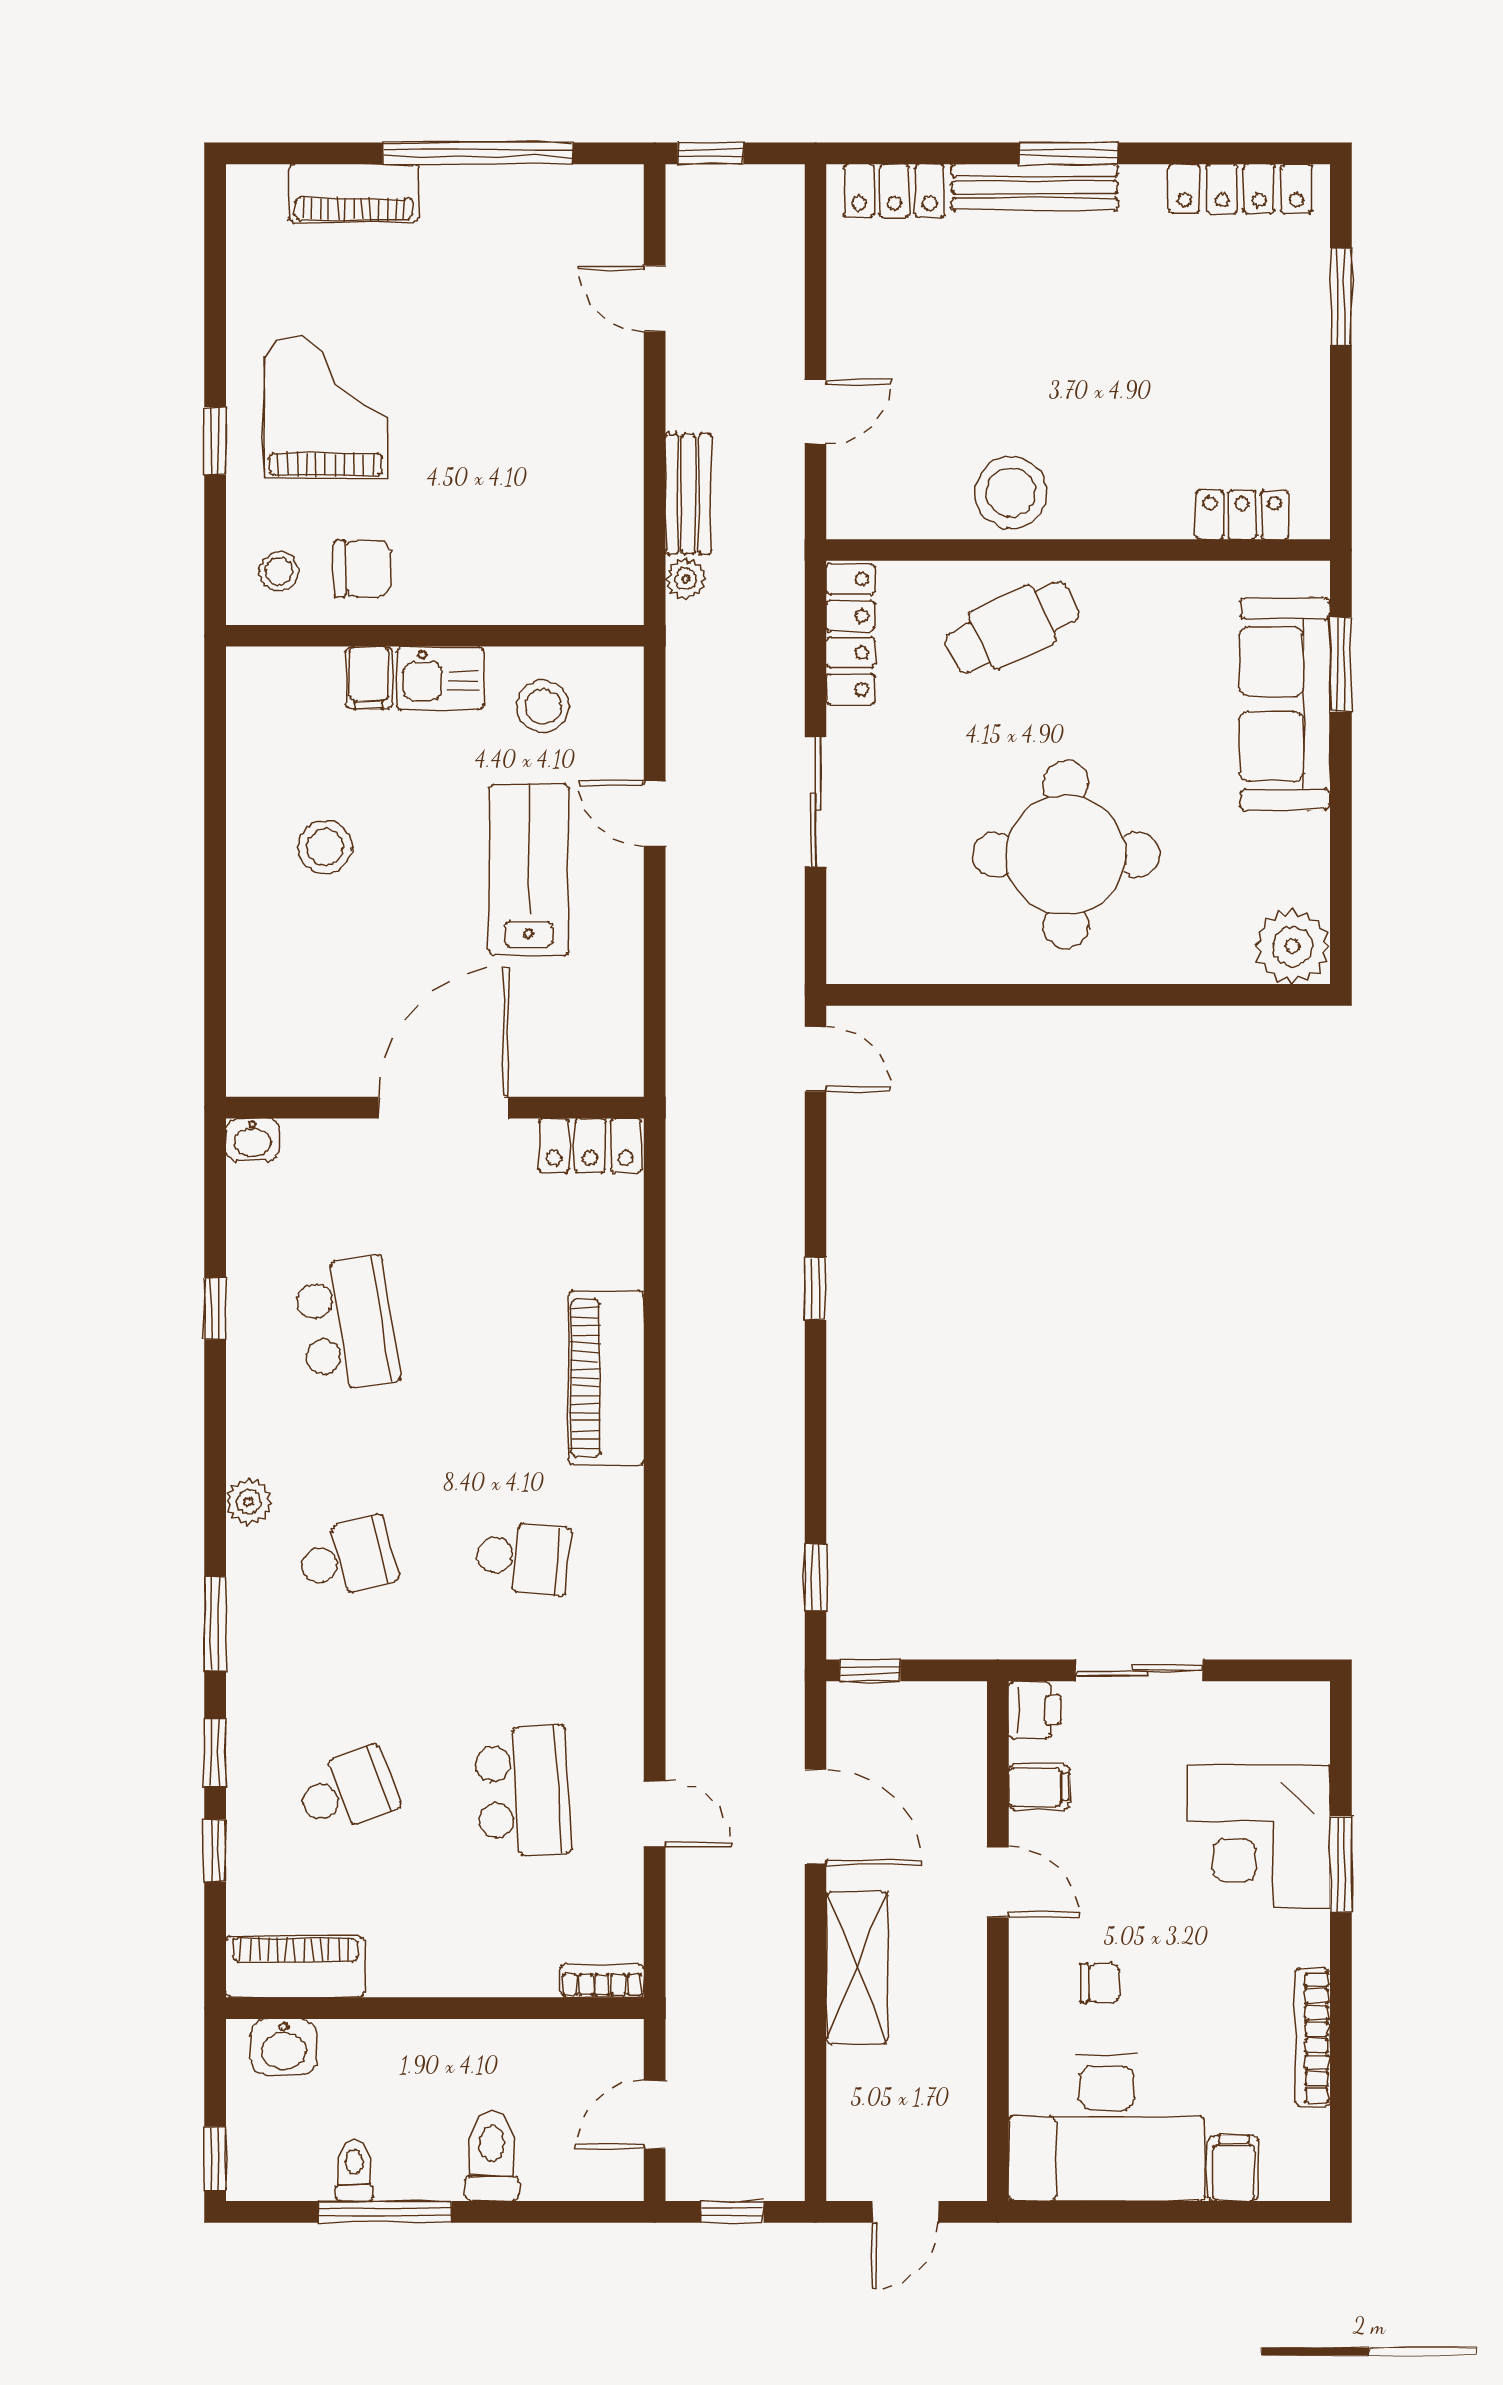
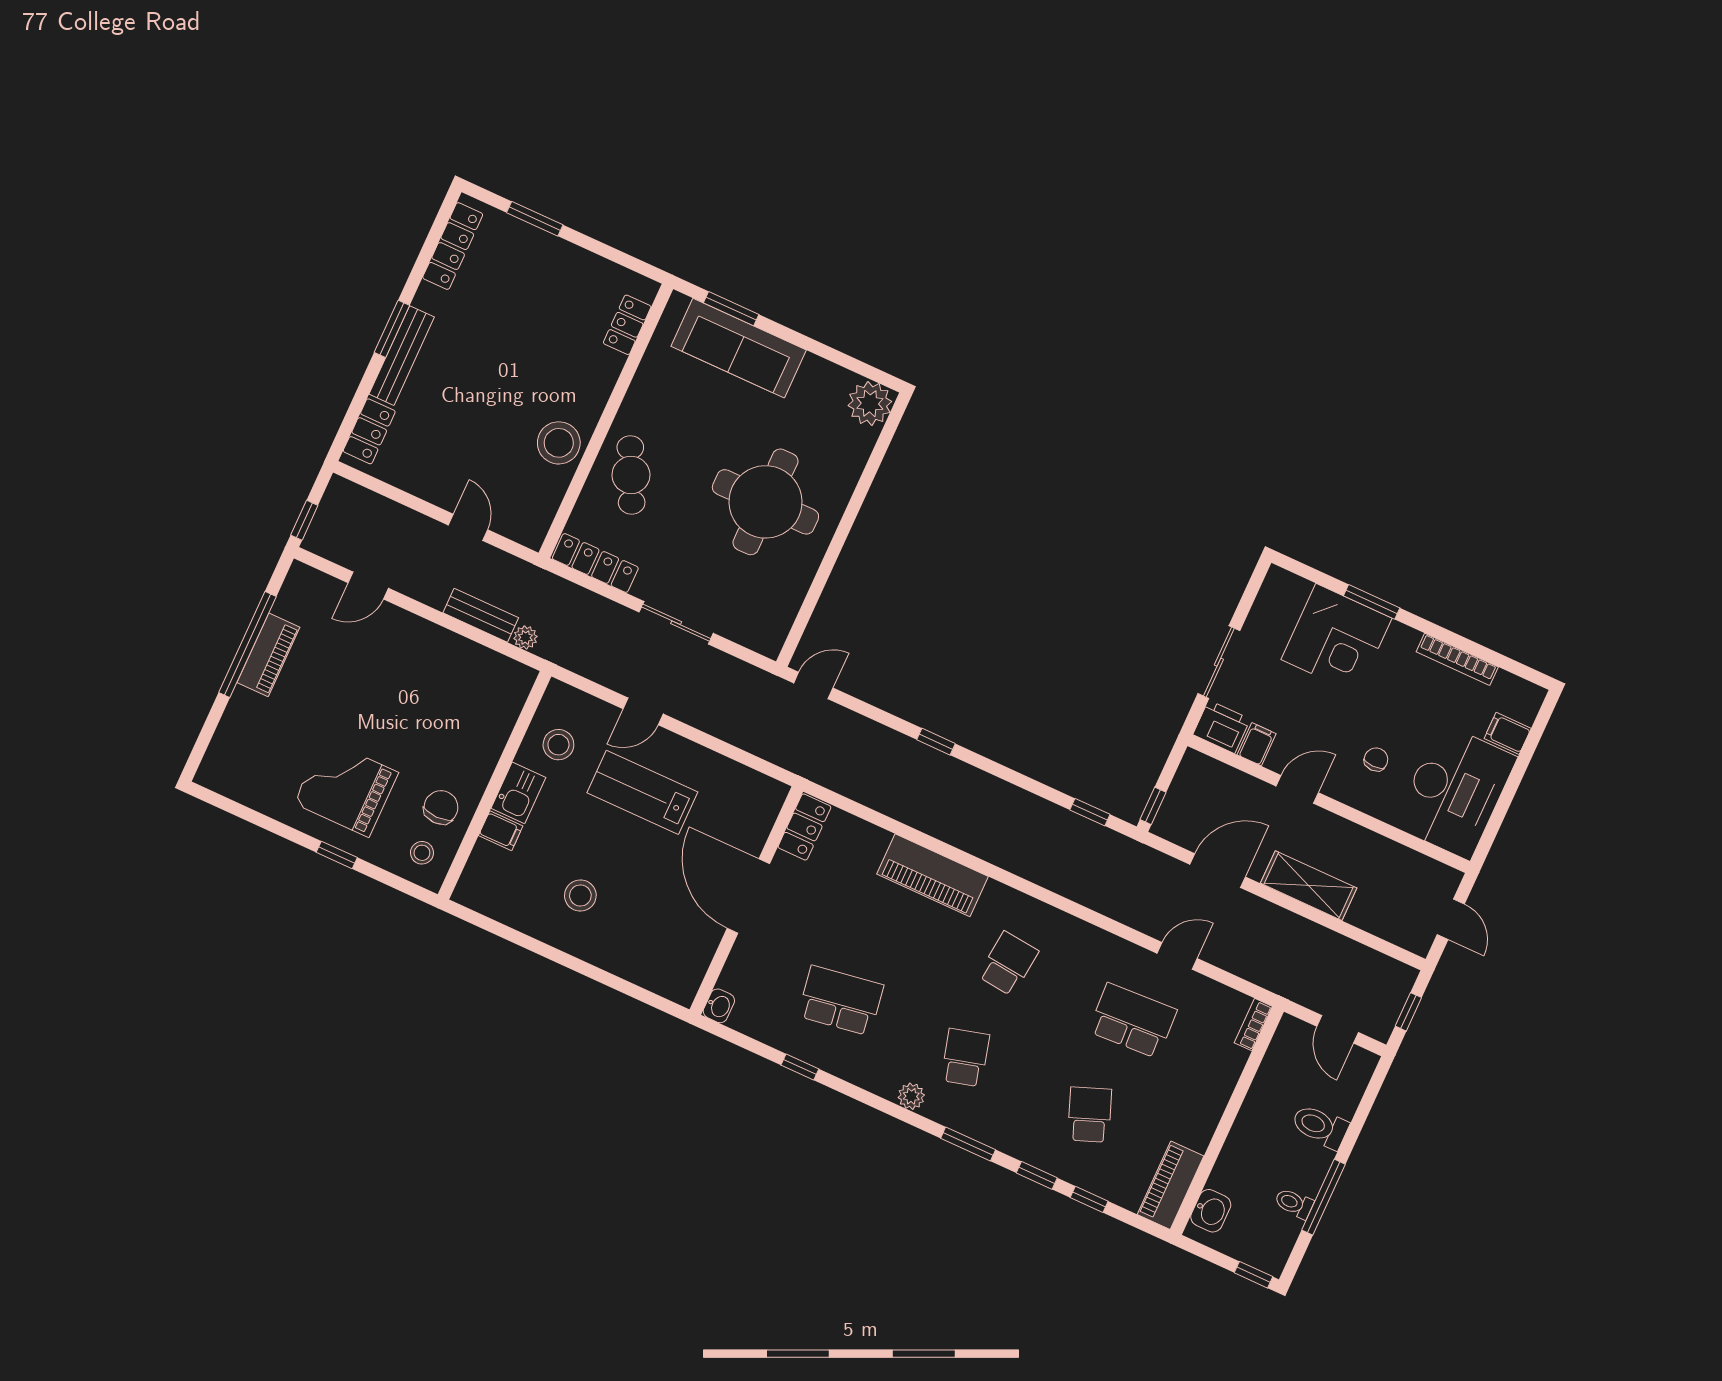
piano: (354, 193) -> (268, 655), moved
printer: (1035, 1710) -> (1222, 727), width x1.36, depth x1.24

